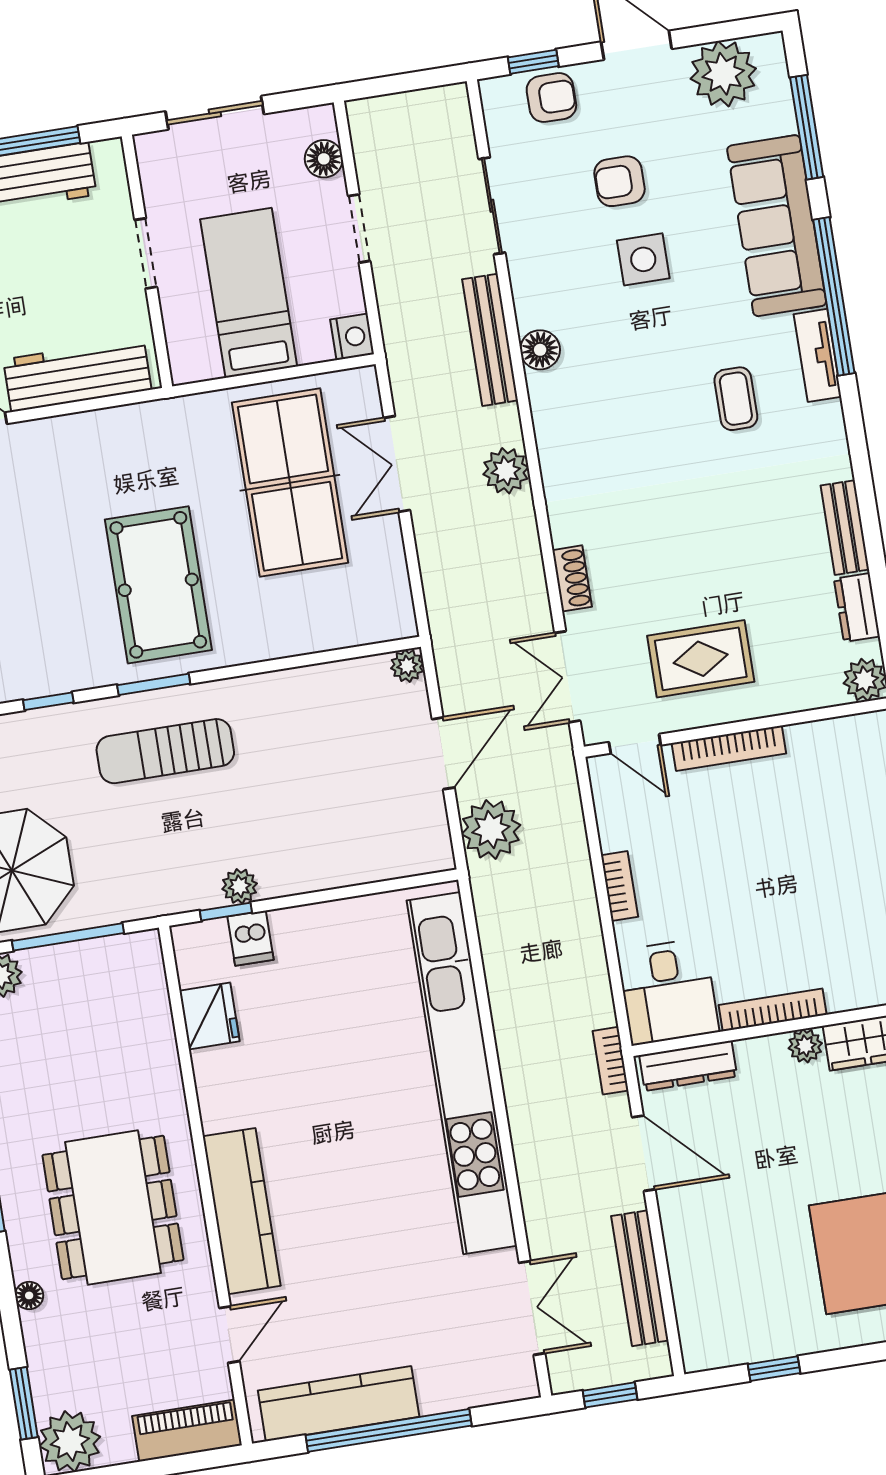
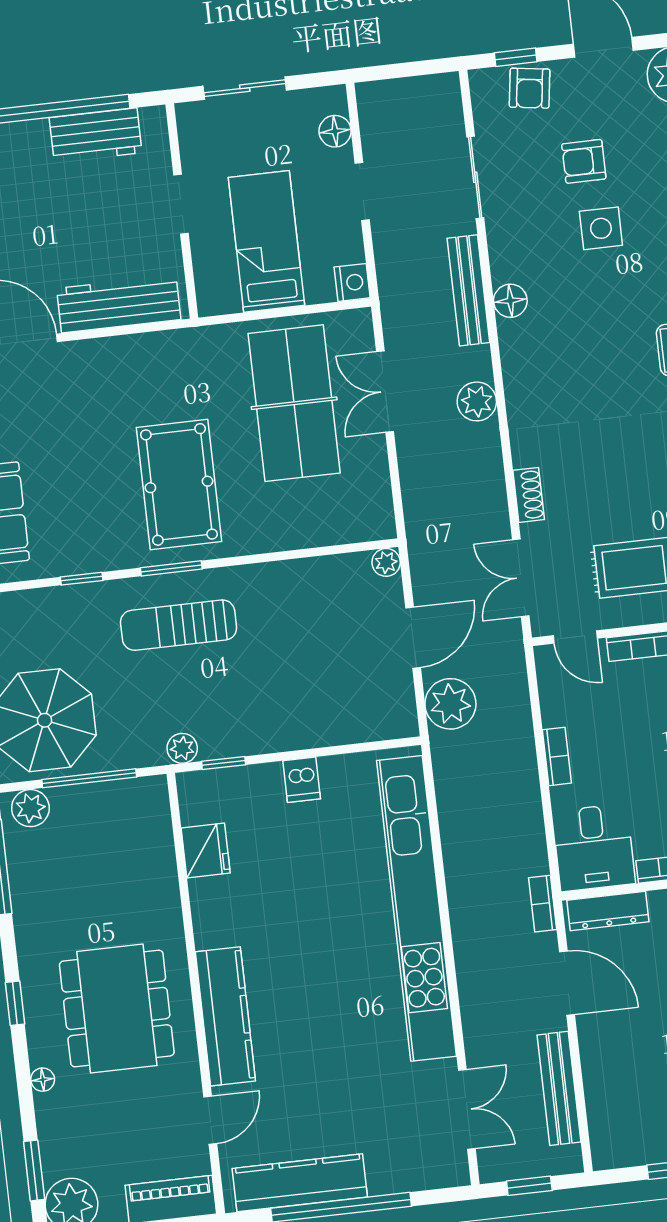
armchair: (551, 98) -> (530, 88), turned 98
plant: (240, 886) -> (182, 748), moved
dishwasher: (250, 938) -> (302, 780), moved

